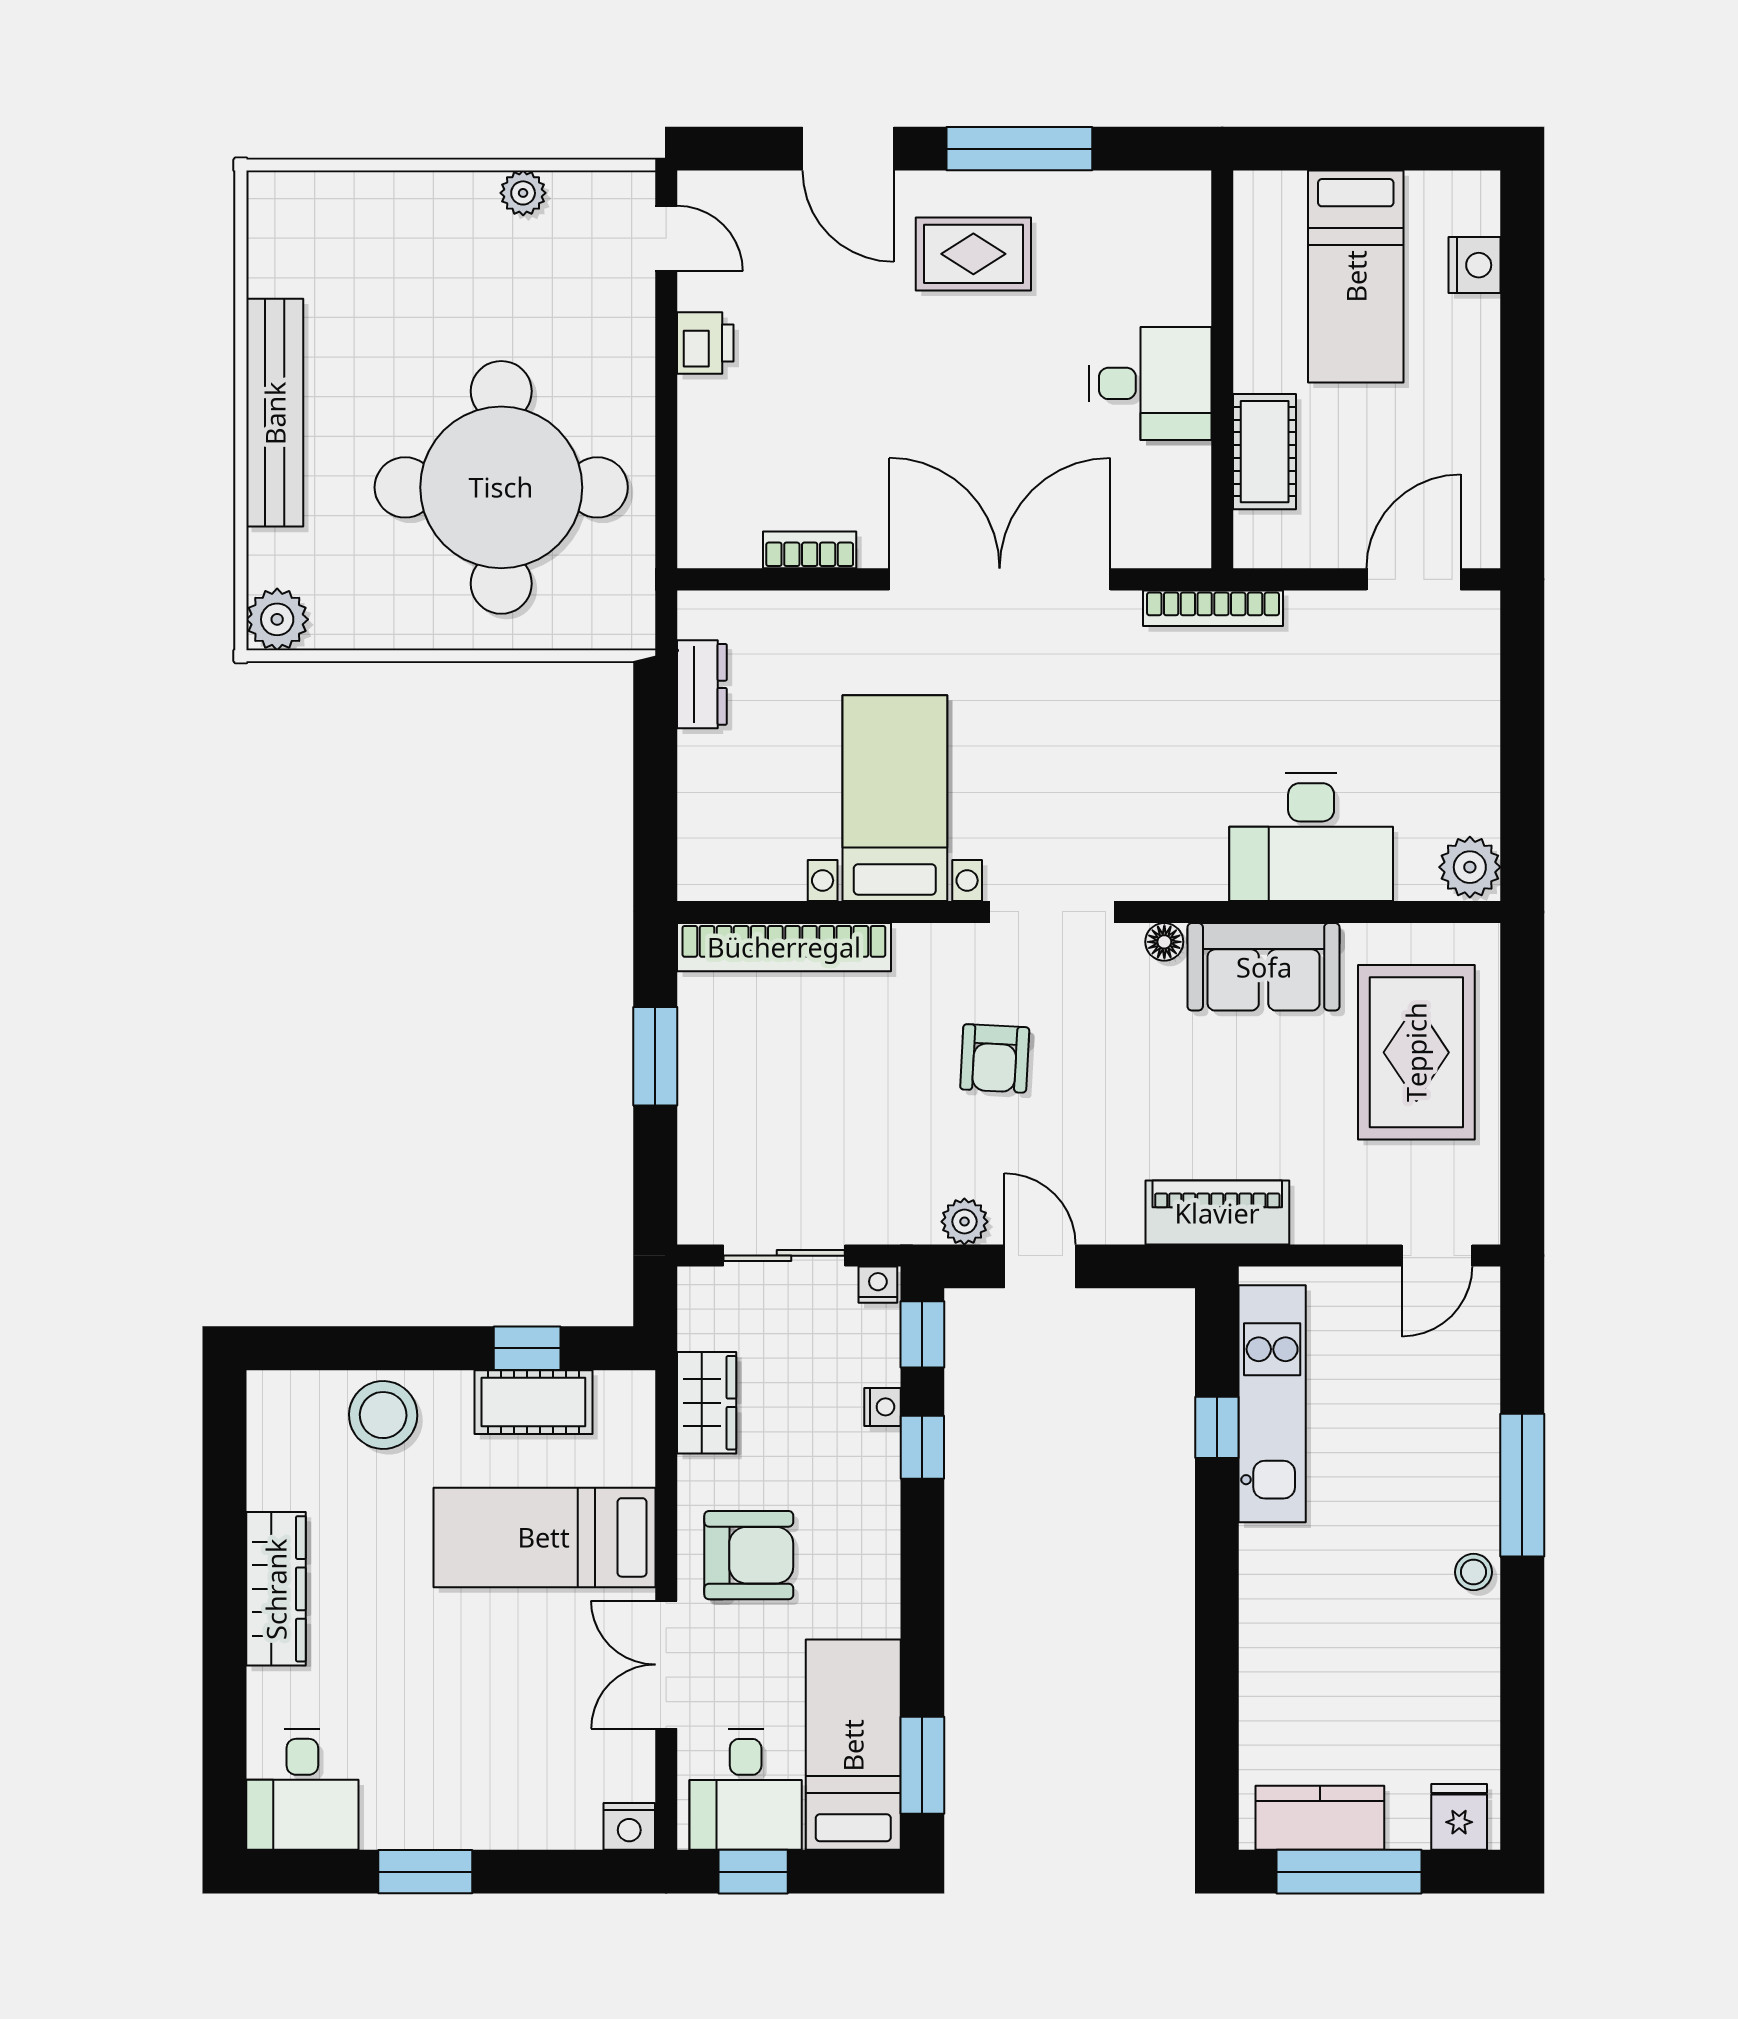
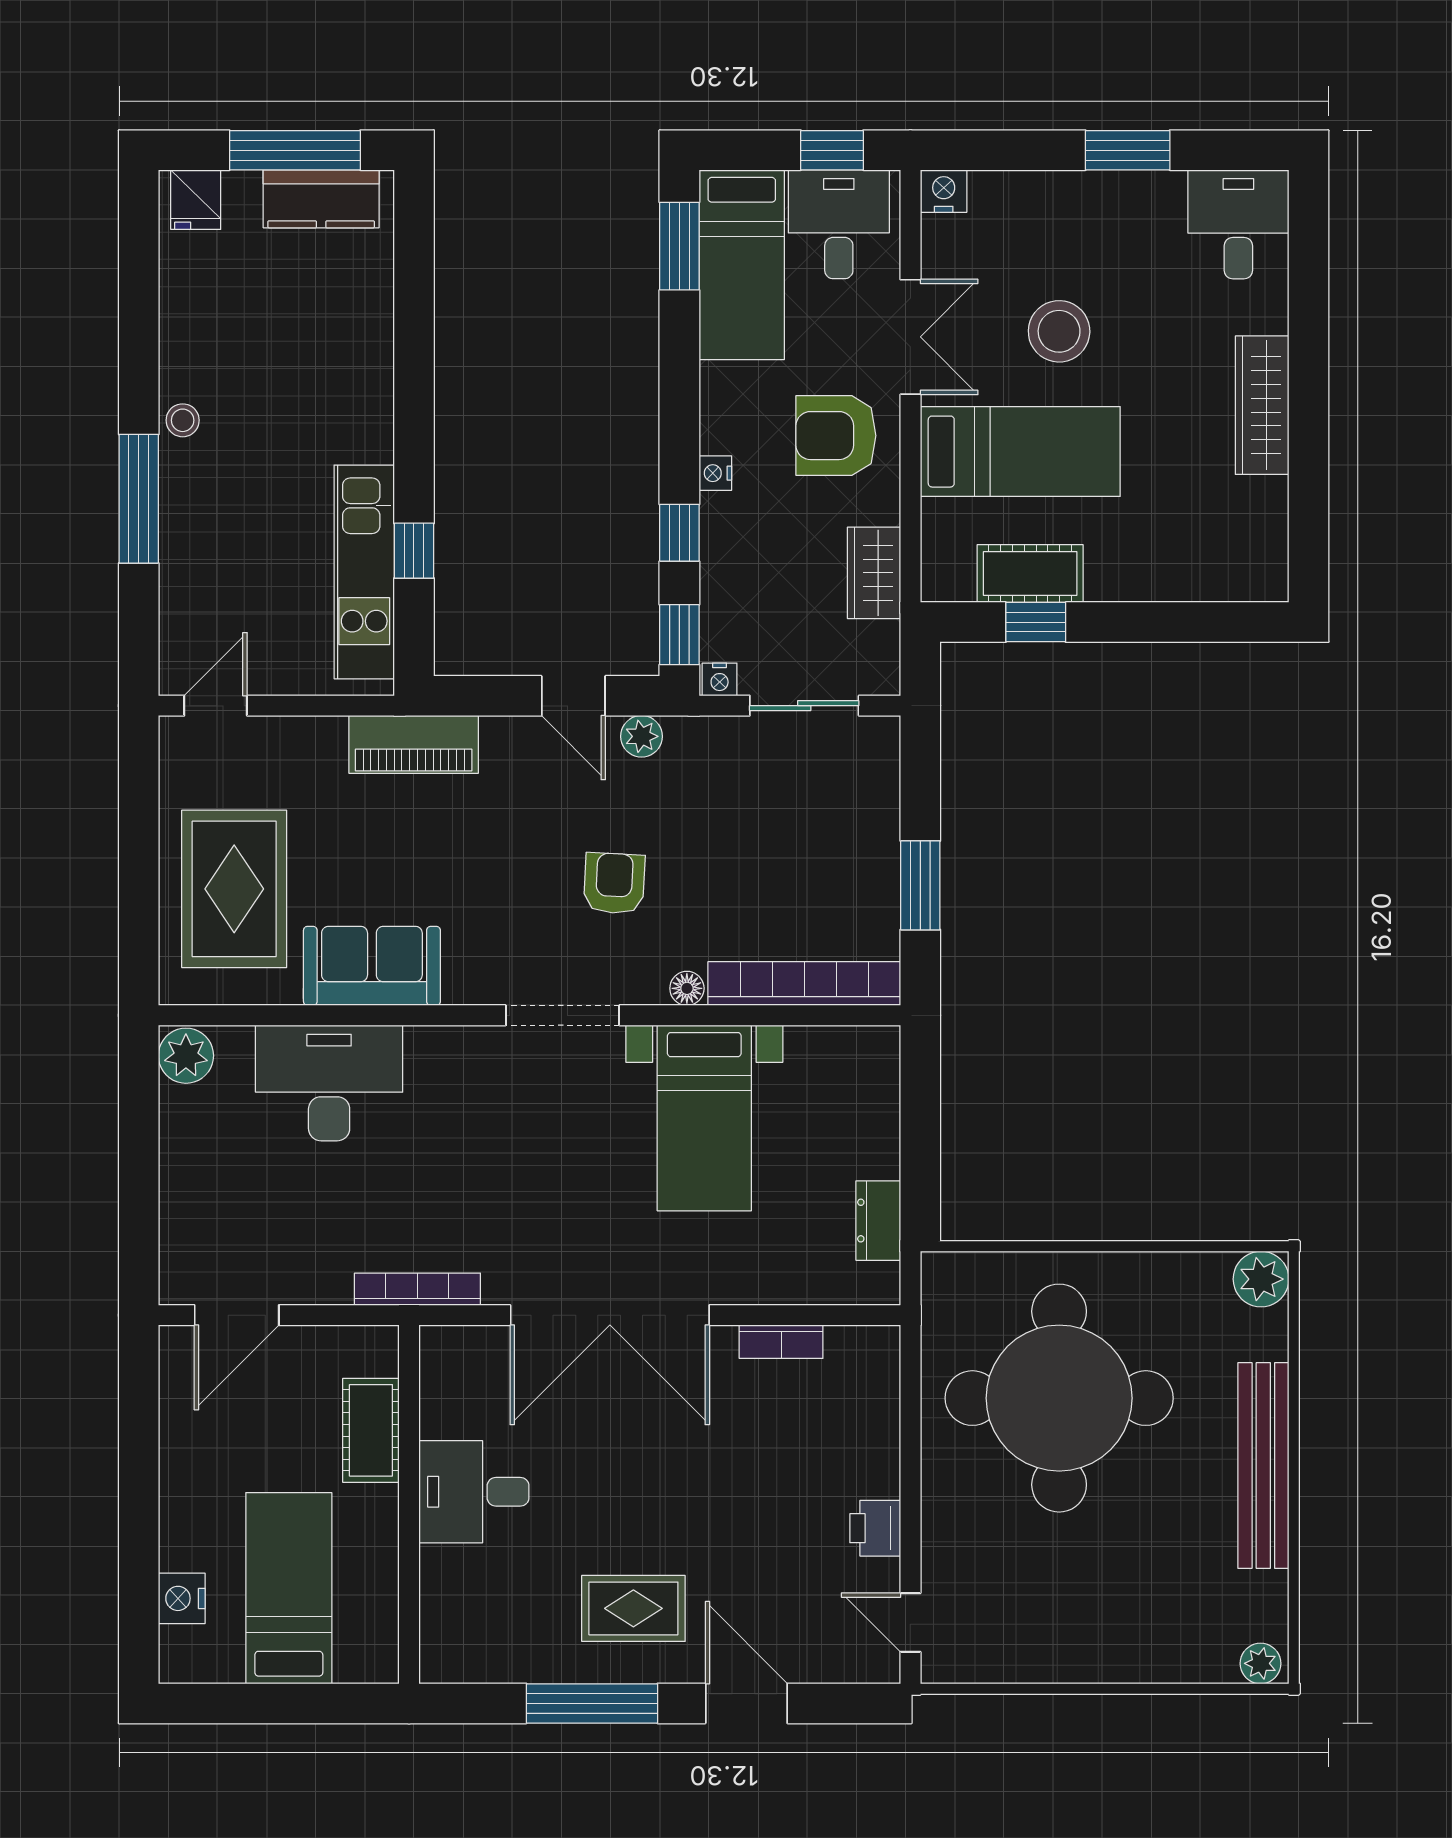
plant: (523, 193) -> (1261, 1663), moved
floor lamp: (1164, 942) -> (687, 988), moved
nightstand: (883, 1407) -> (715, 473), moved
stool: (383, 1415) -> (1059, 331), moved

